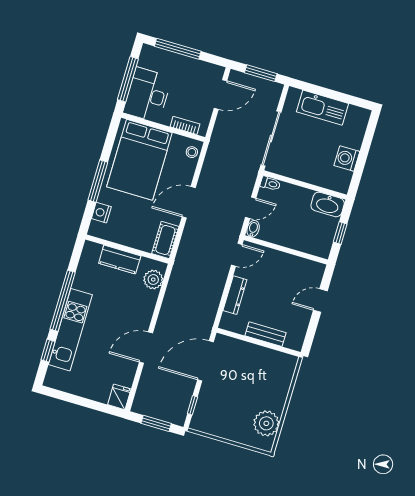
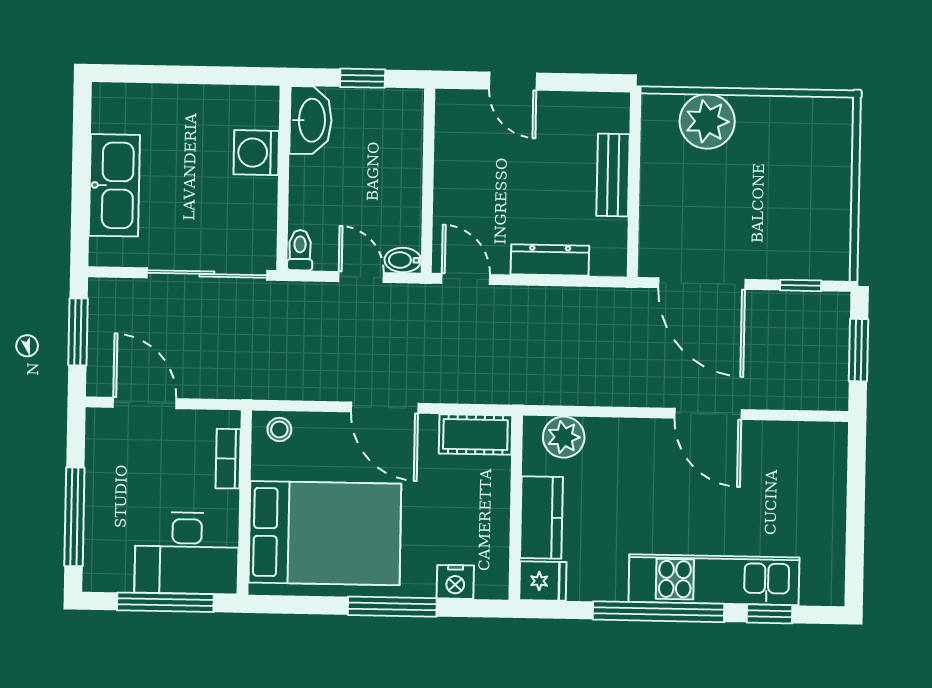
washing machine: (347, 158) -> (256, 153), moved, turned 90
fridge: (119, 397) -> (543, 581), moved, turned 180
plant: (266, 423) -> (707, 121), moved

